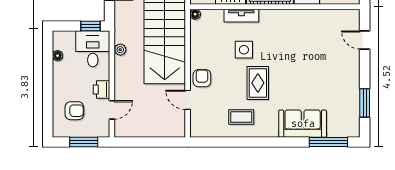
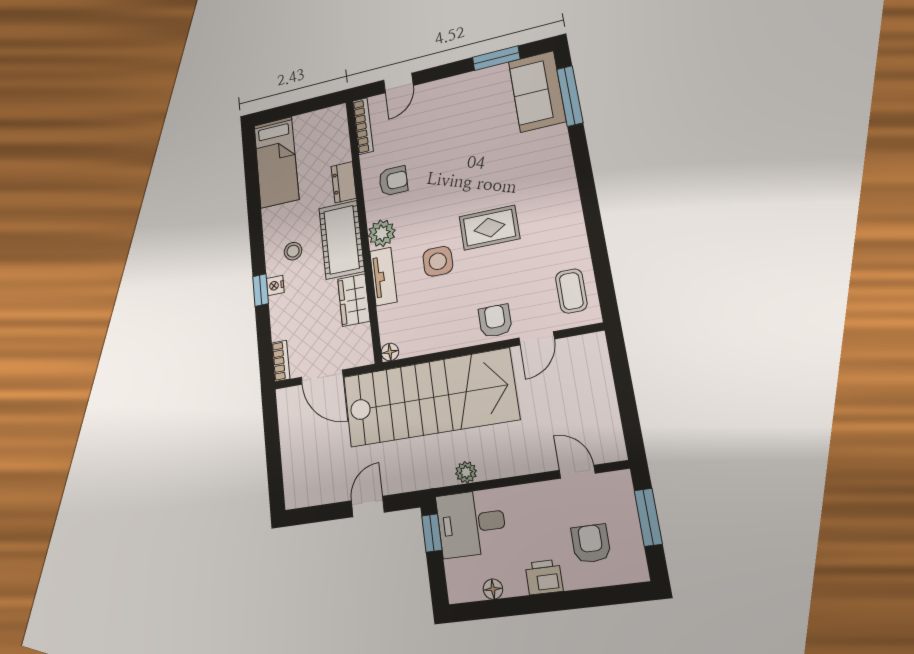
bookcase: (341, 14) -> (363, 126), added
plant: (269, 18) -> (382, 233), added
armchair: (300, 29) -> (393, 181), added
armchair: (202, 78) -> (495, 321), turned 90
printer: (101, 90) -> (544, 577), moved, turned 180
coffee table: (241, 117) -> (571, 291), moved
sofa: (303, 124) -> (537, 91), moved

